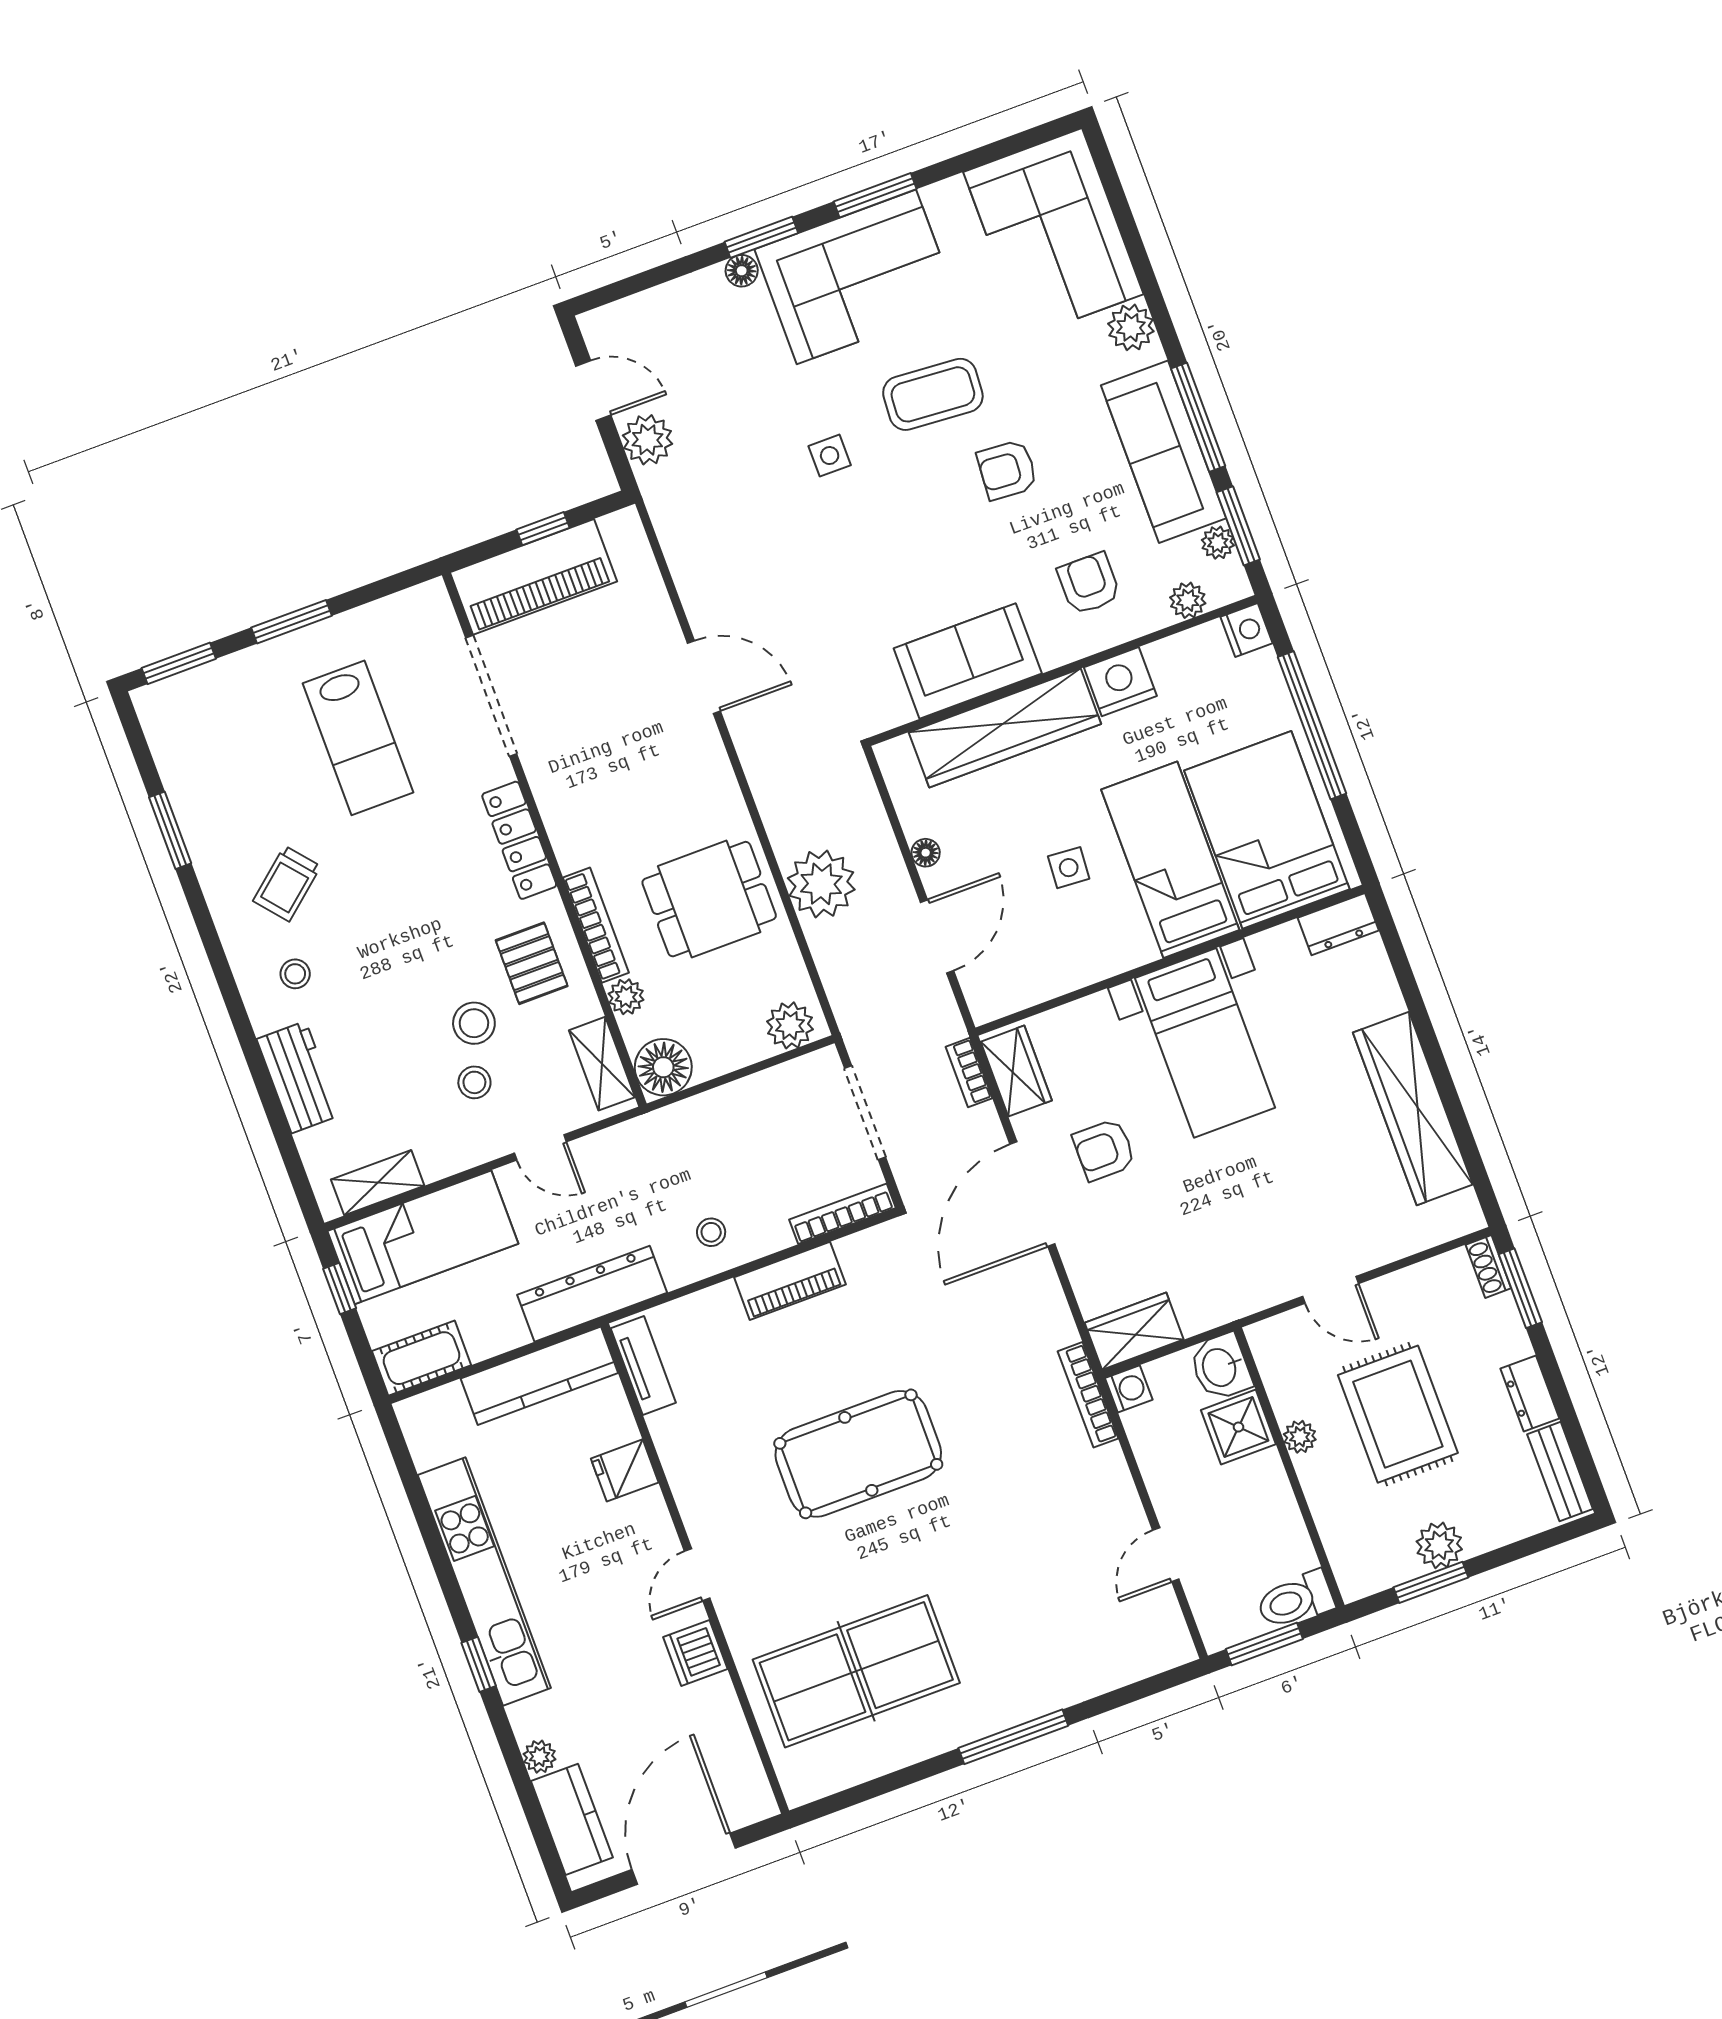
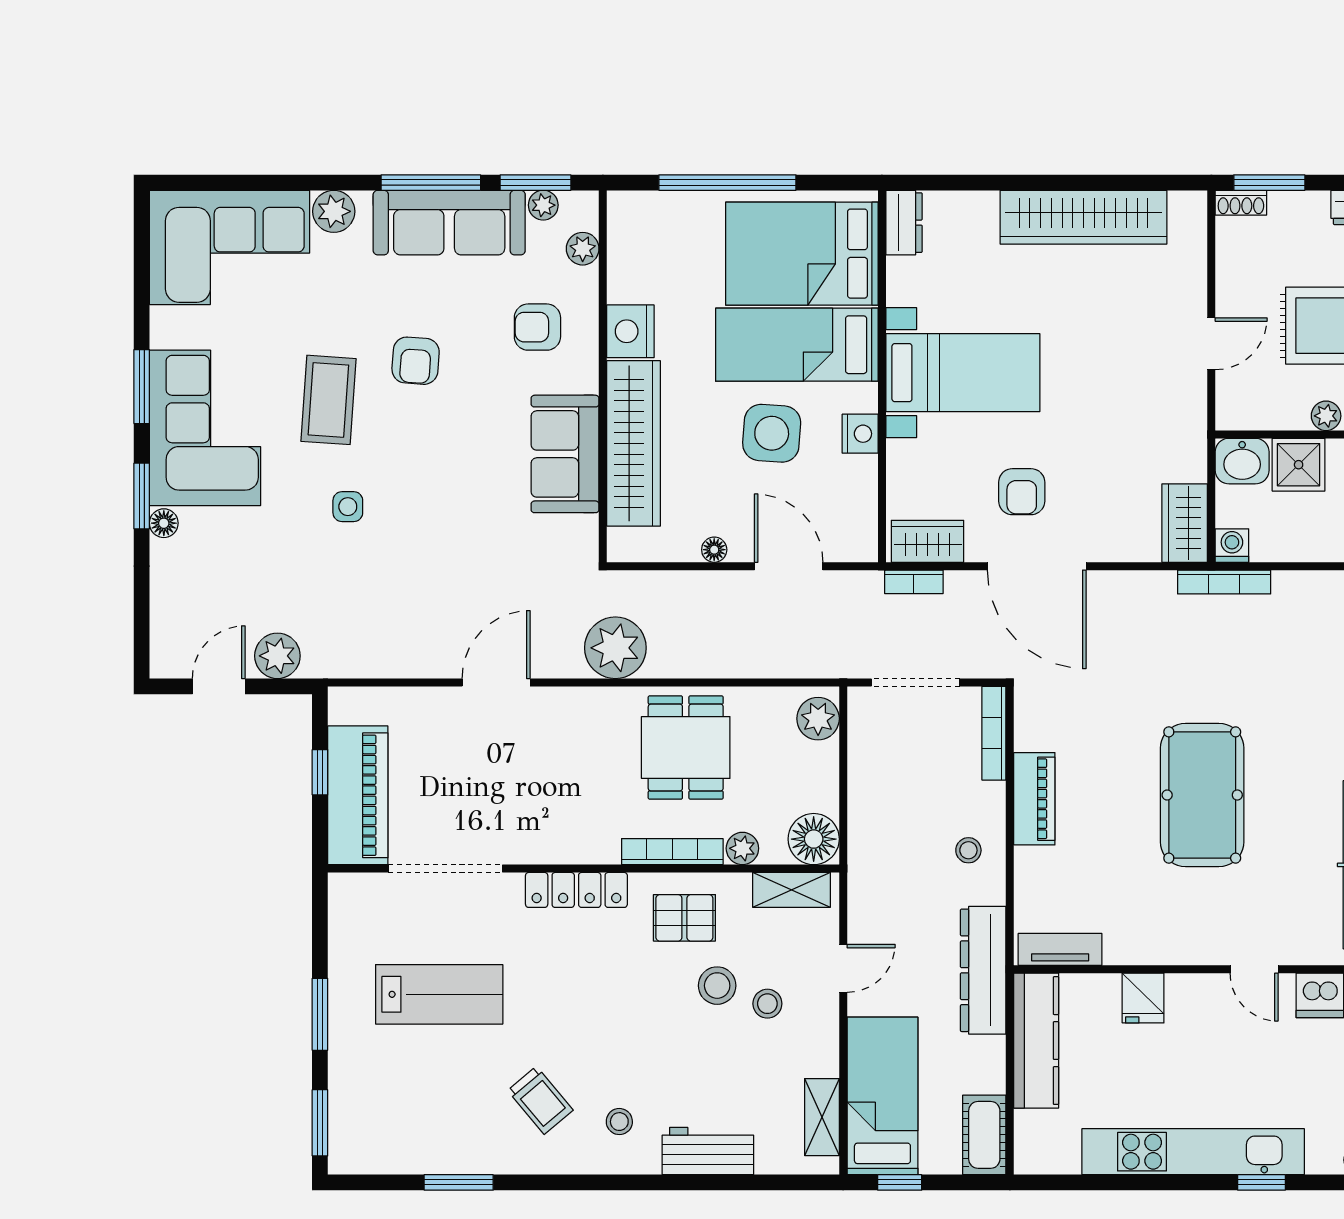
nightstand: (1247, 630) -> (860, 434), moved, turned 90
side table: (1069, 868) -> (772, 433), width x1.87, depth x1.87
plant: (821, 884) -> (615, 648), moved

